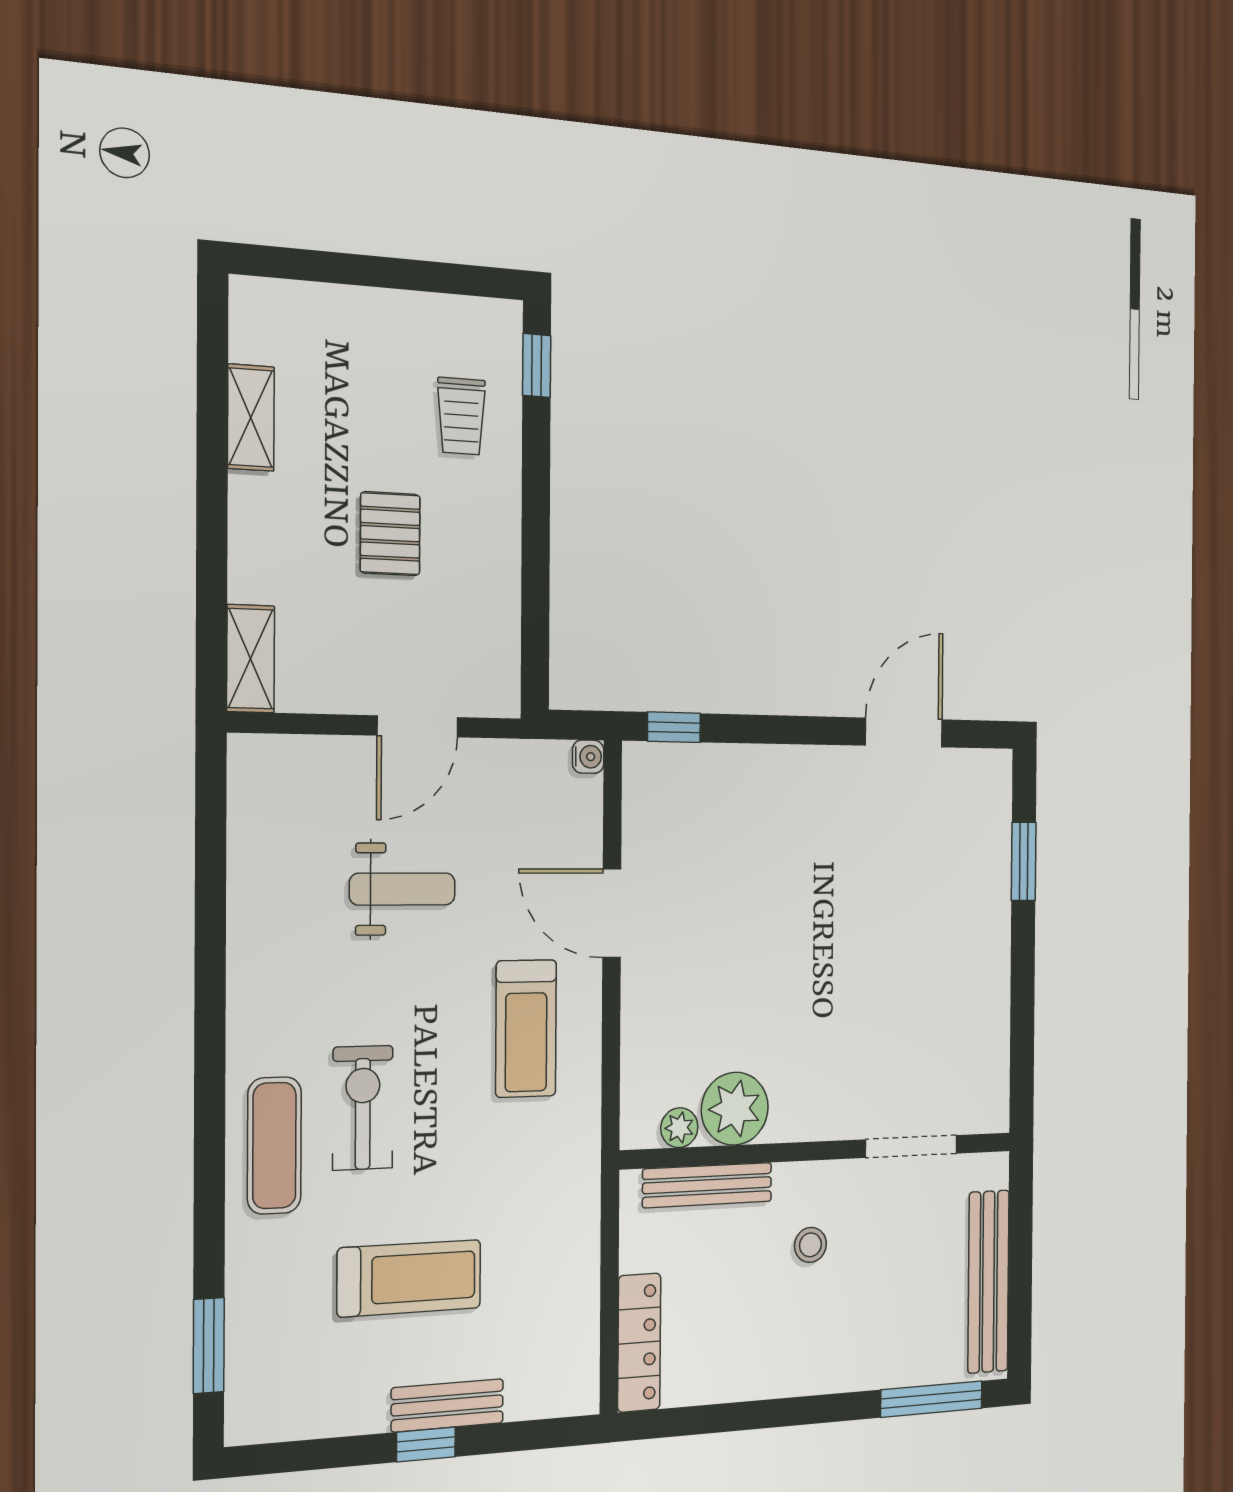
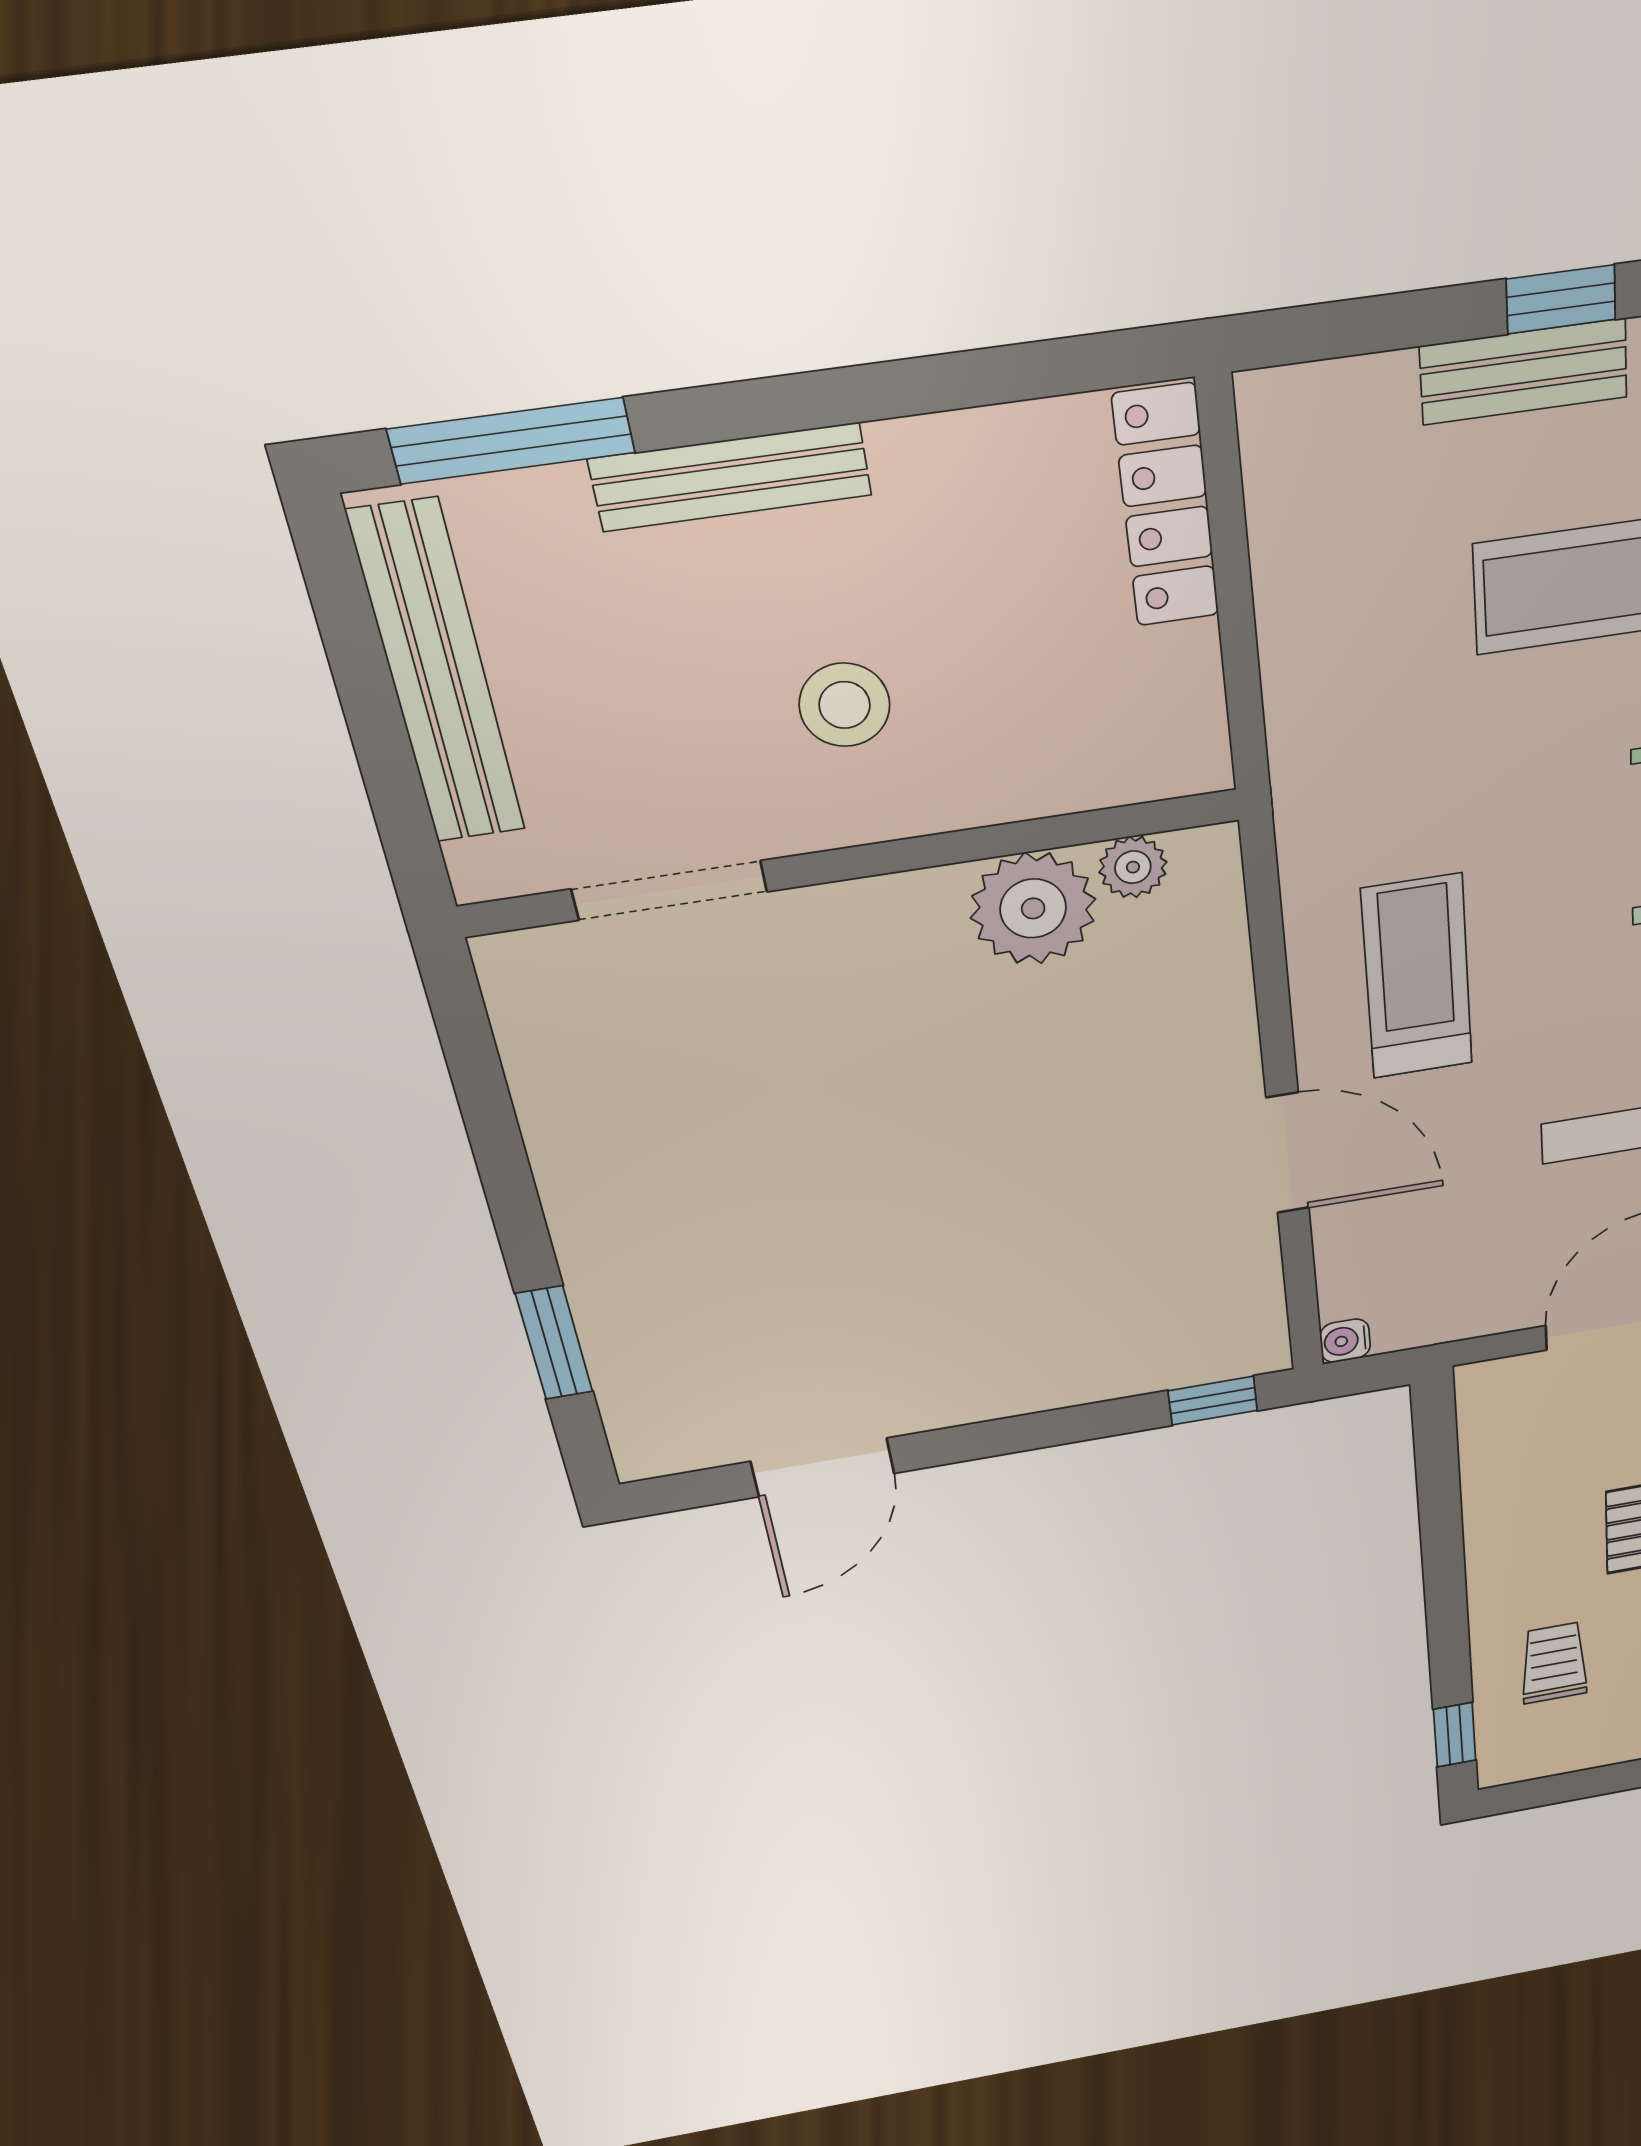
bench: (707, 1185) -> (731, 477), moved
stool: (810, 1245) -> (844, 705), width x1.37, depth x1.37

